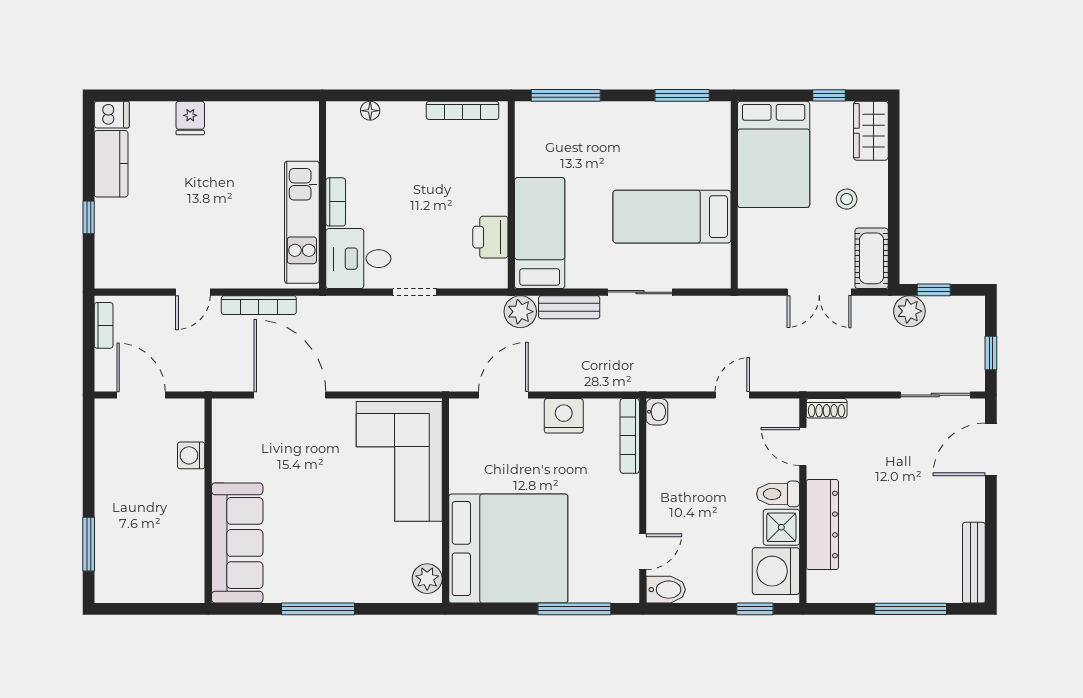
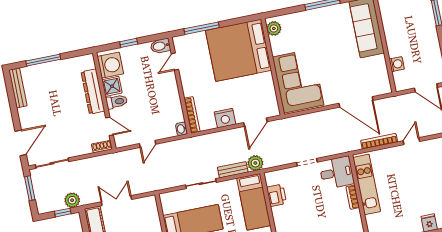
window: (991, 353) -> (30, 188), width x1.50
window: (755, 609) -> (129, 43), moved

